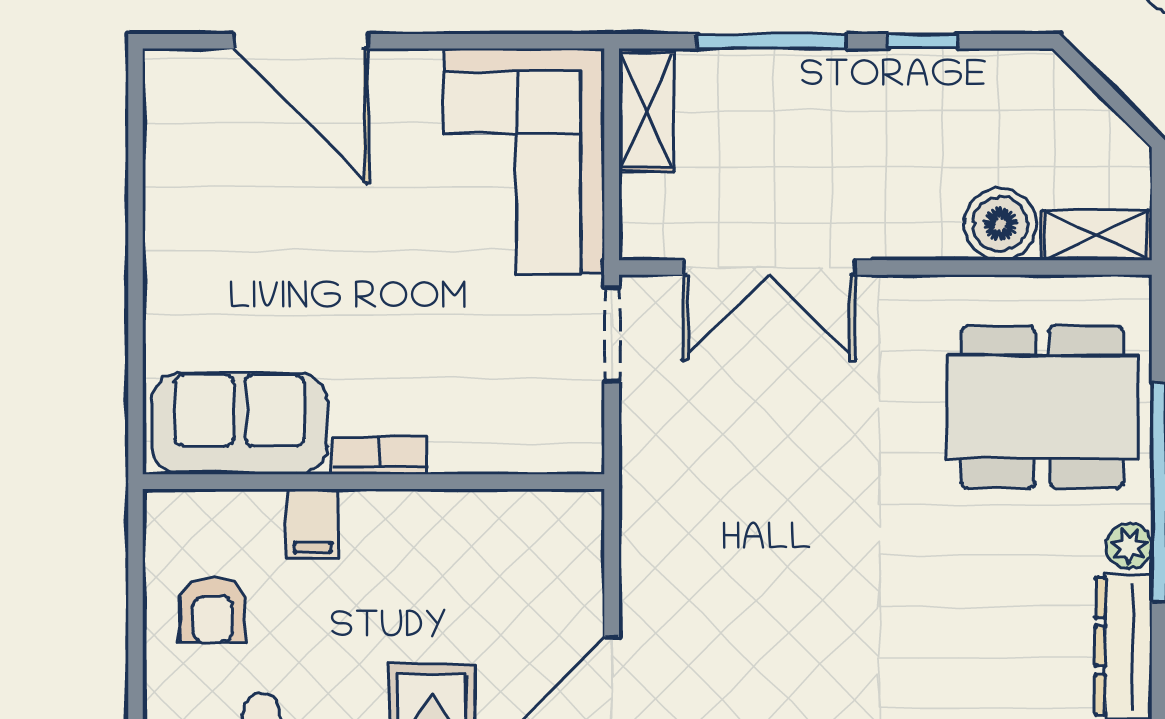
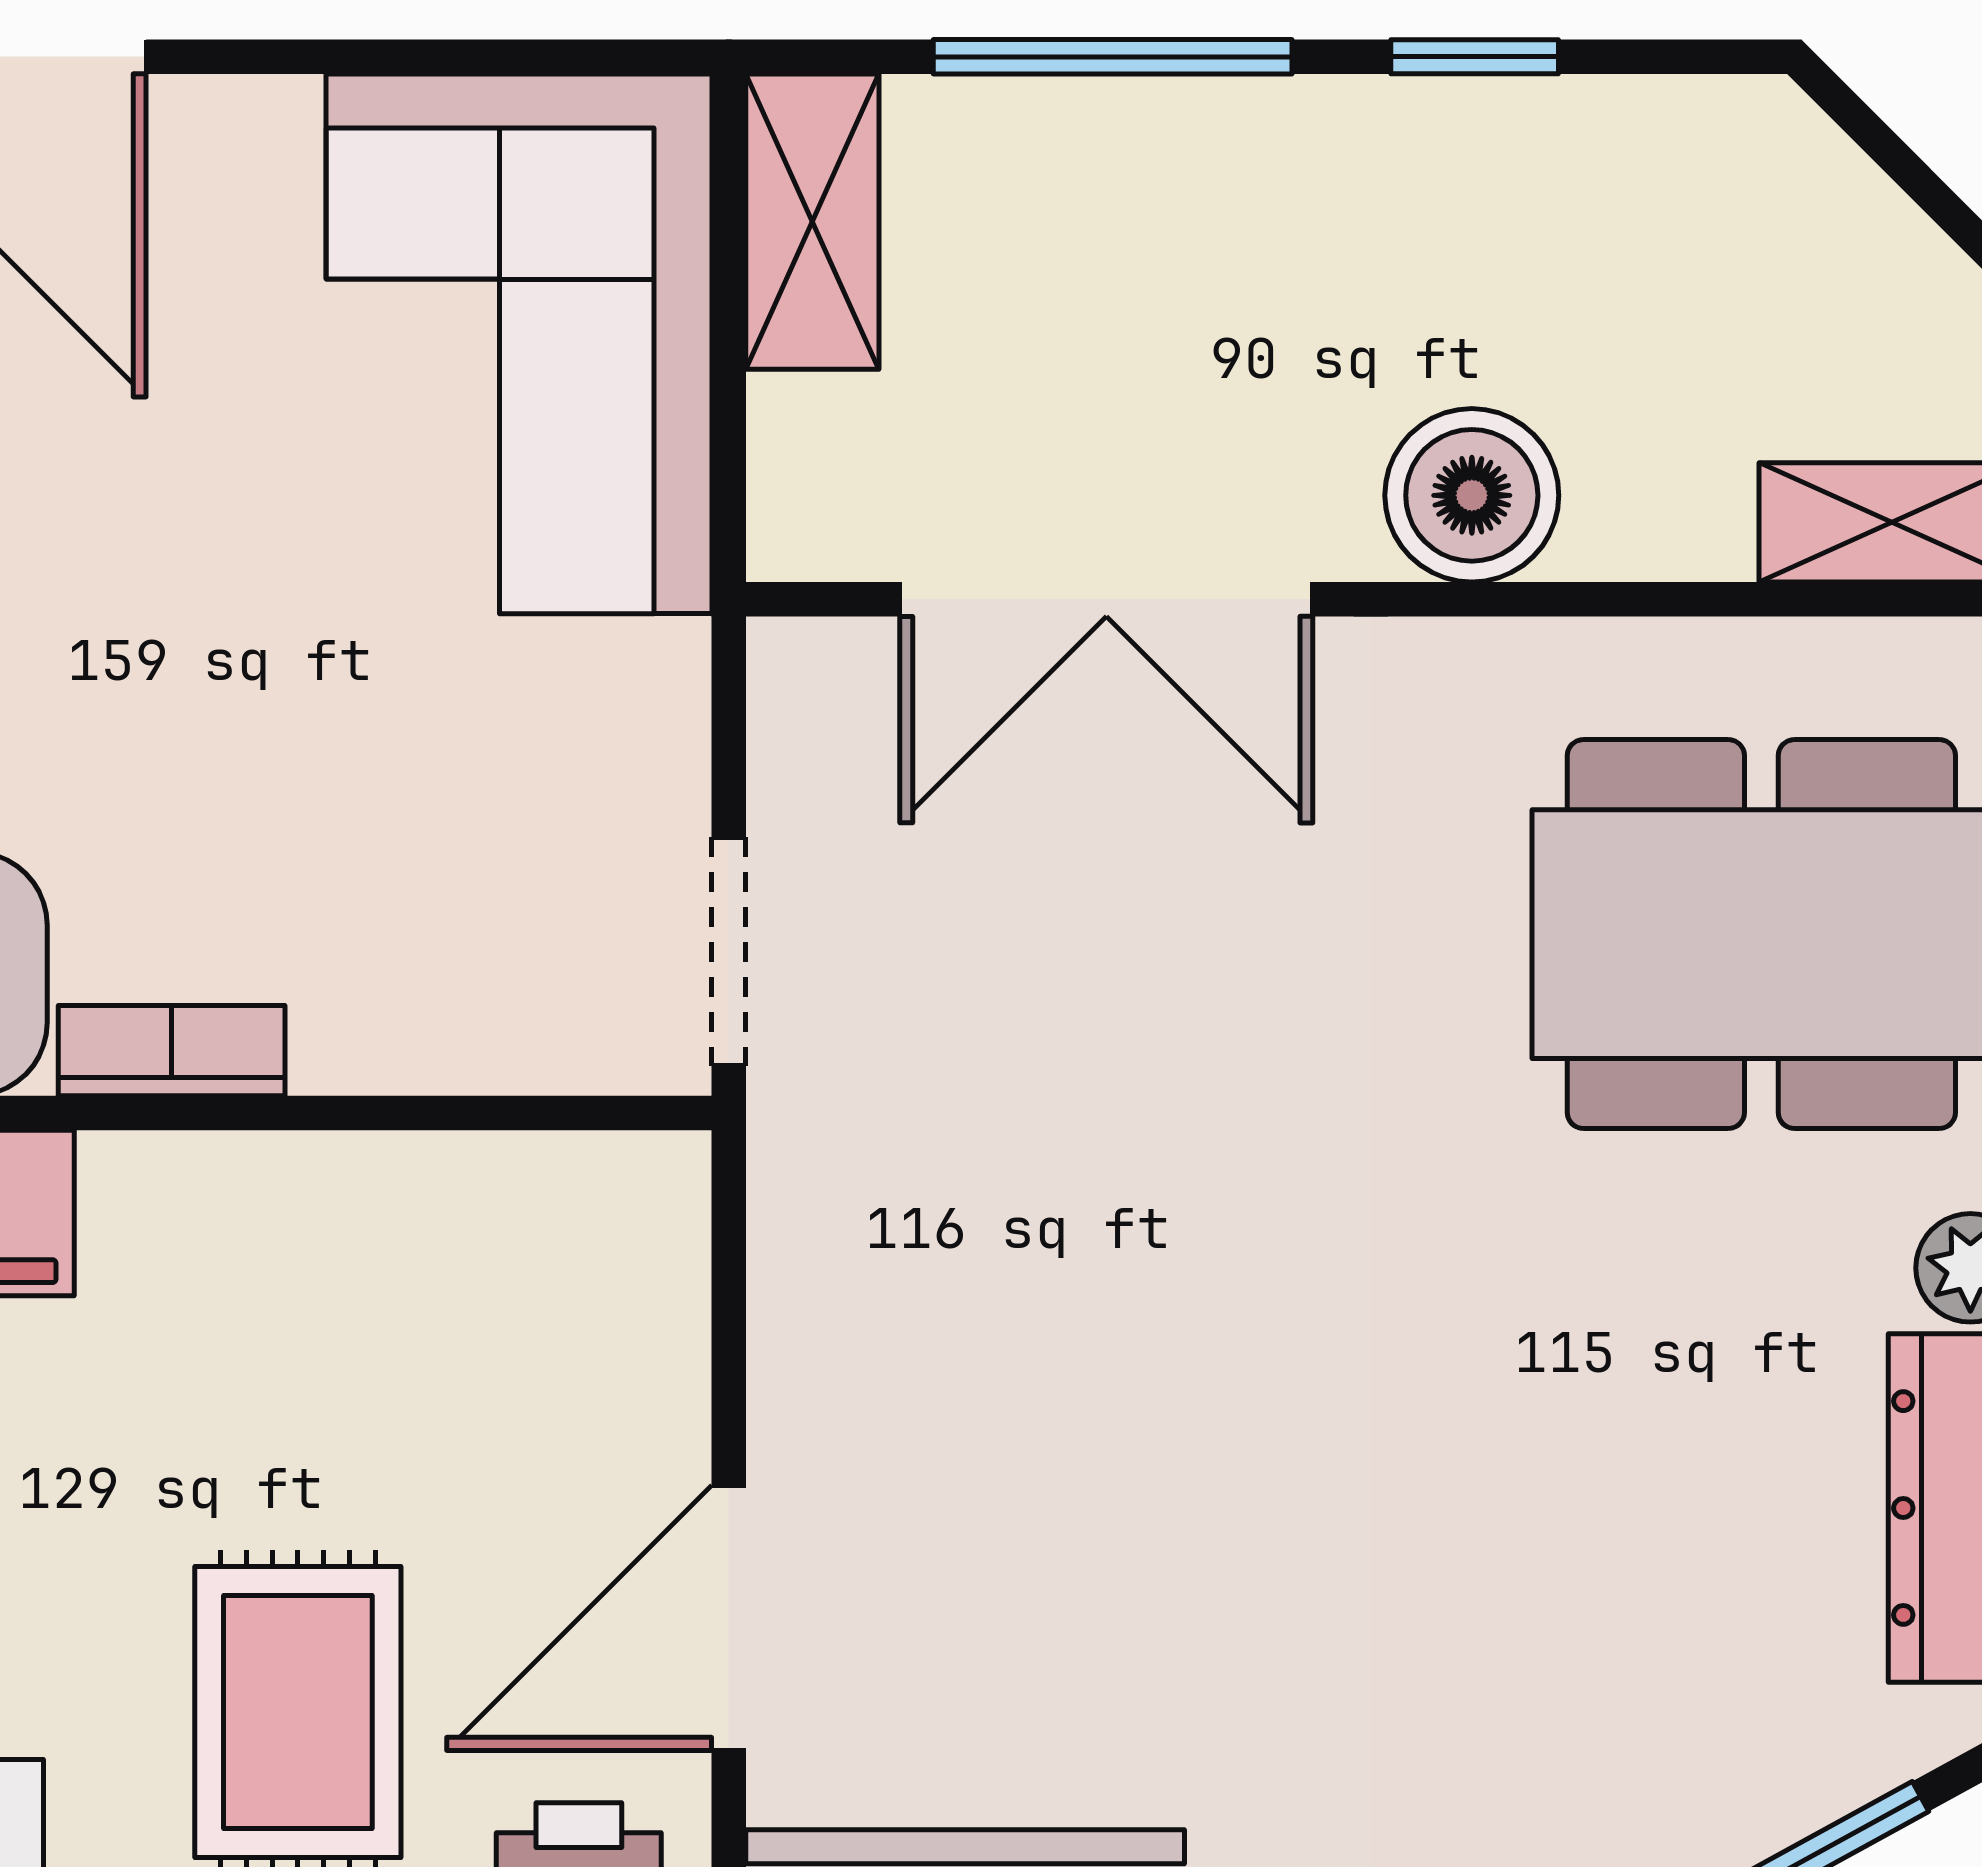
boiler: (1000, 224) -> (1472, 495), moved
doorway: (612, 335) -> (729, 952), moved

